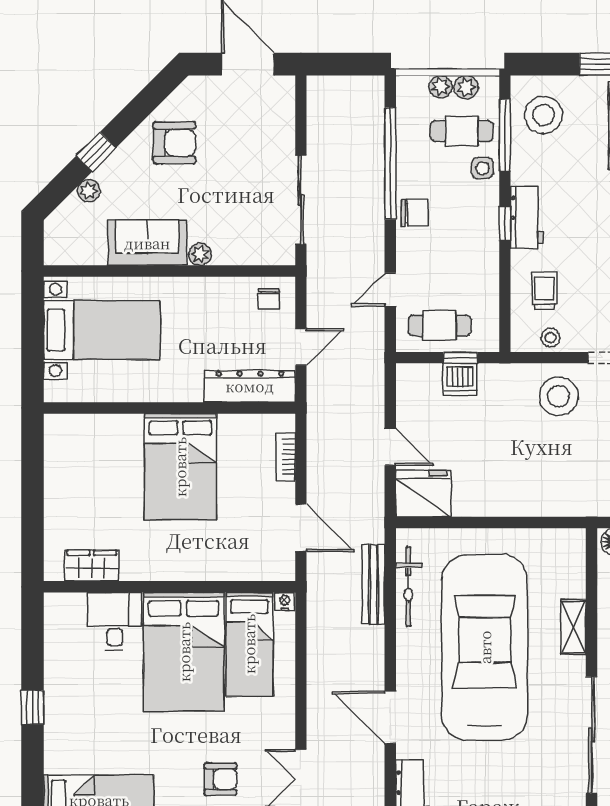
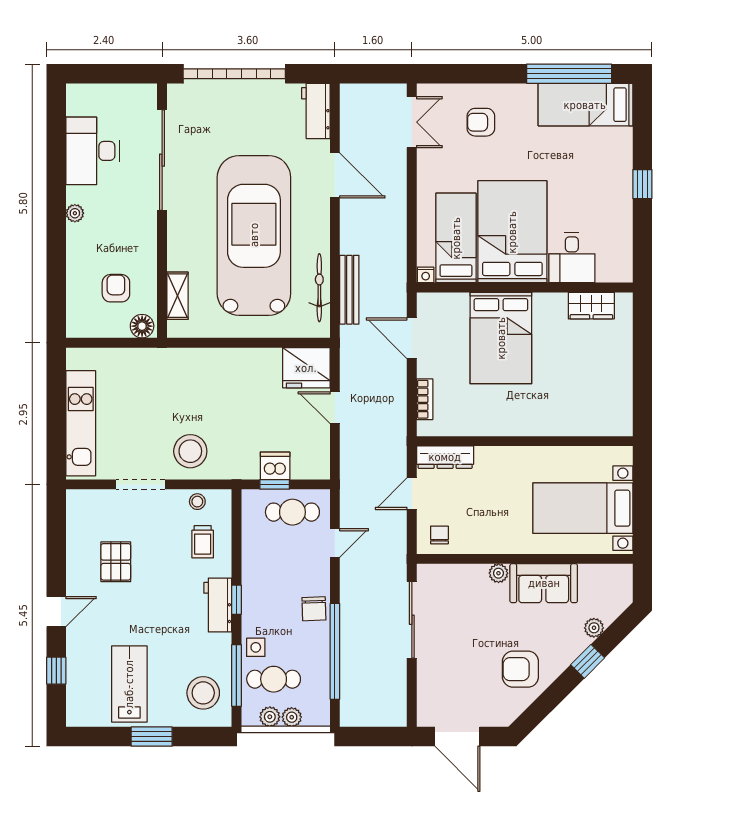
chair: (415, 213) -> (314, 609), turned -91
dresser: (250, 386) -> (445, 457), width x0.73, depth x0.80
bed: (180, 467) -> (501, 338), moved, turned 180
shelving: (574, 627) -> (177, 296), moved
car: (485, 647) -> (254, 235), turned 180

